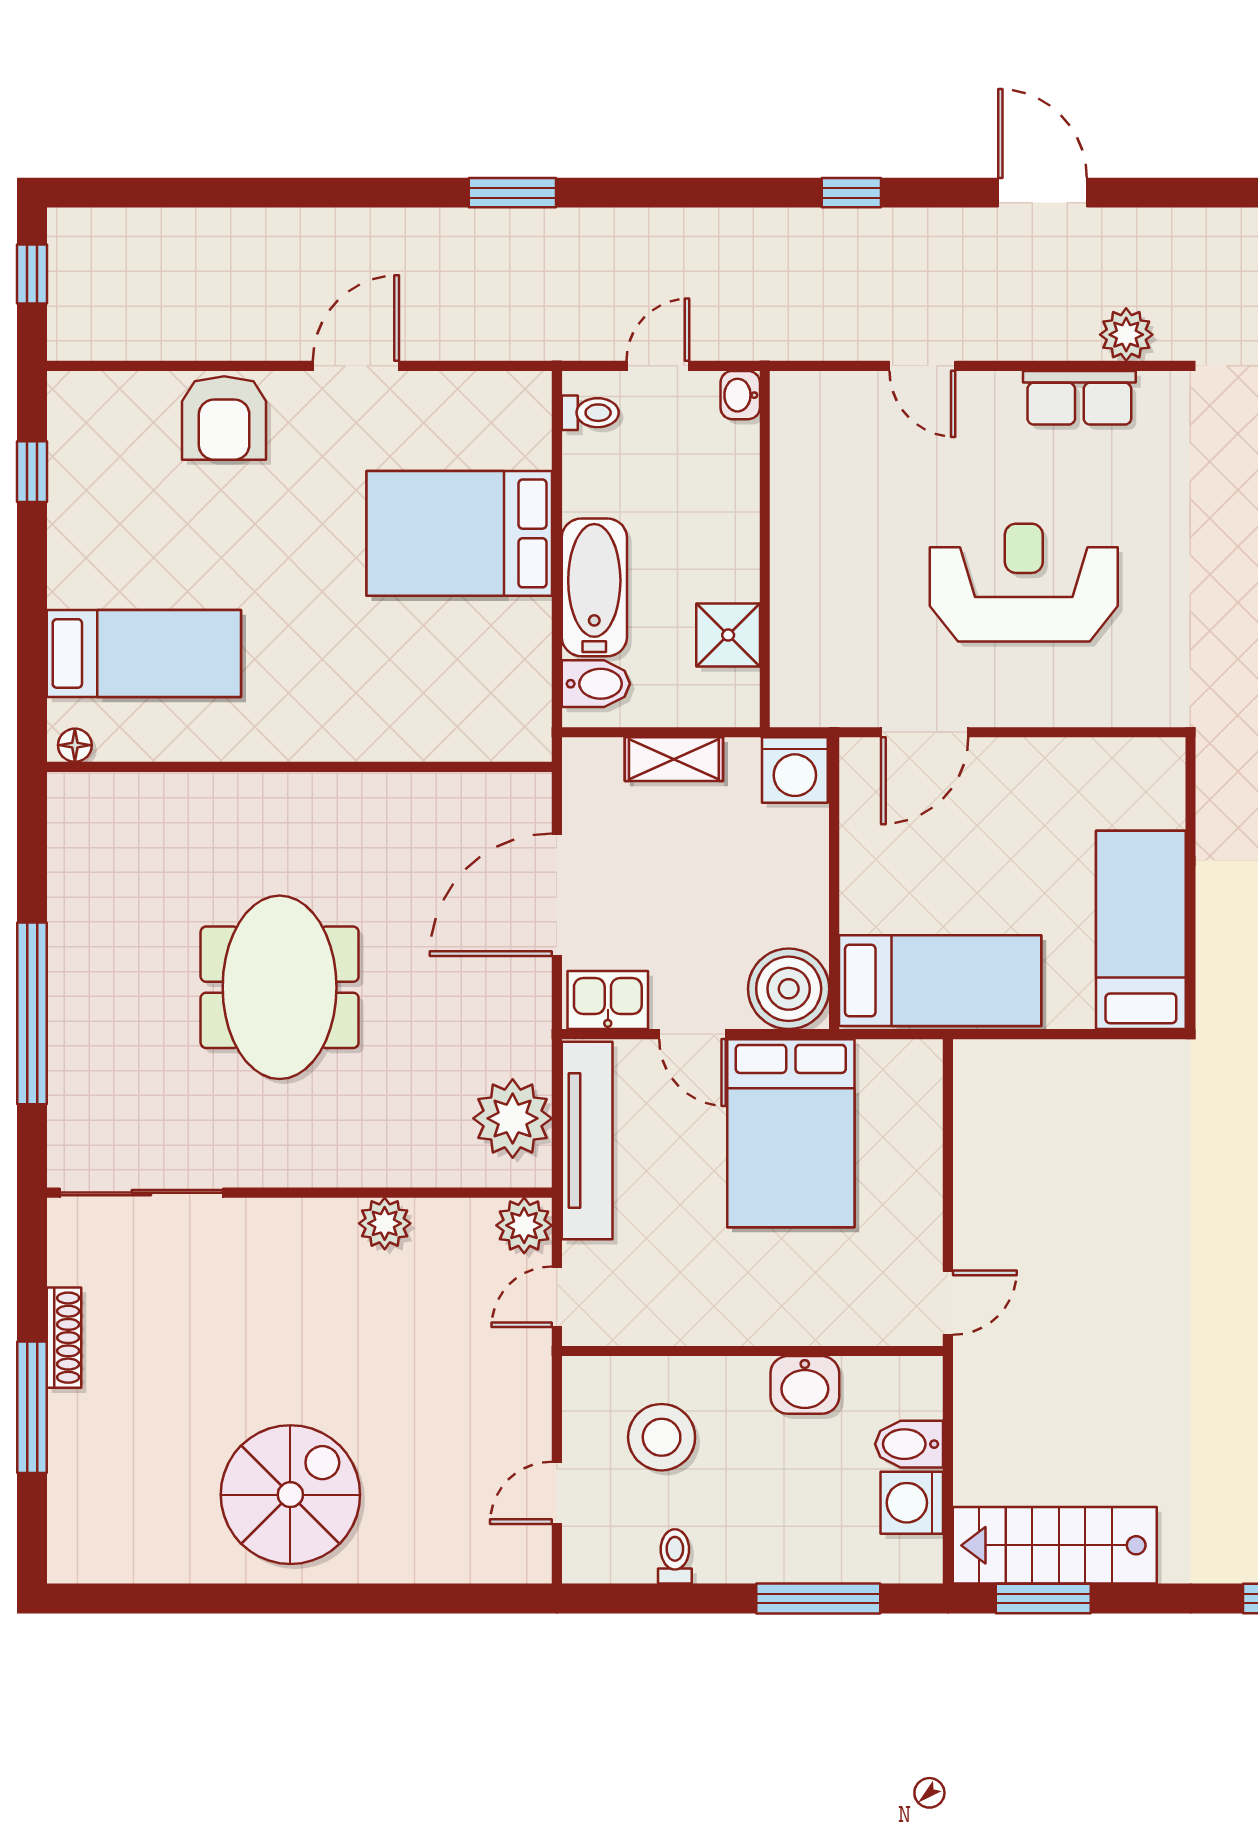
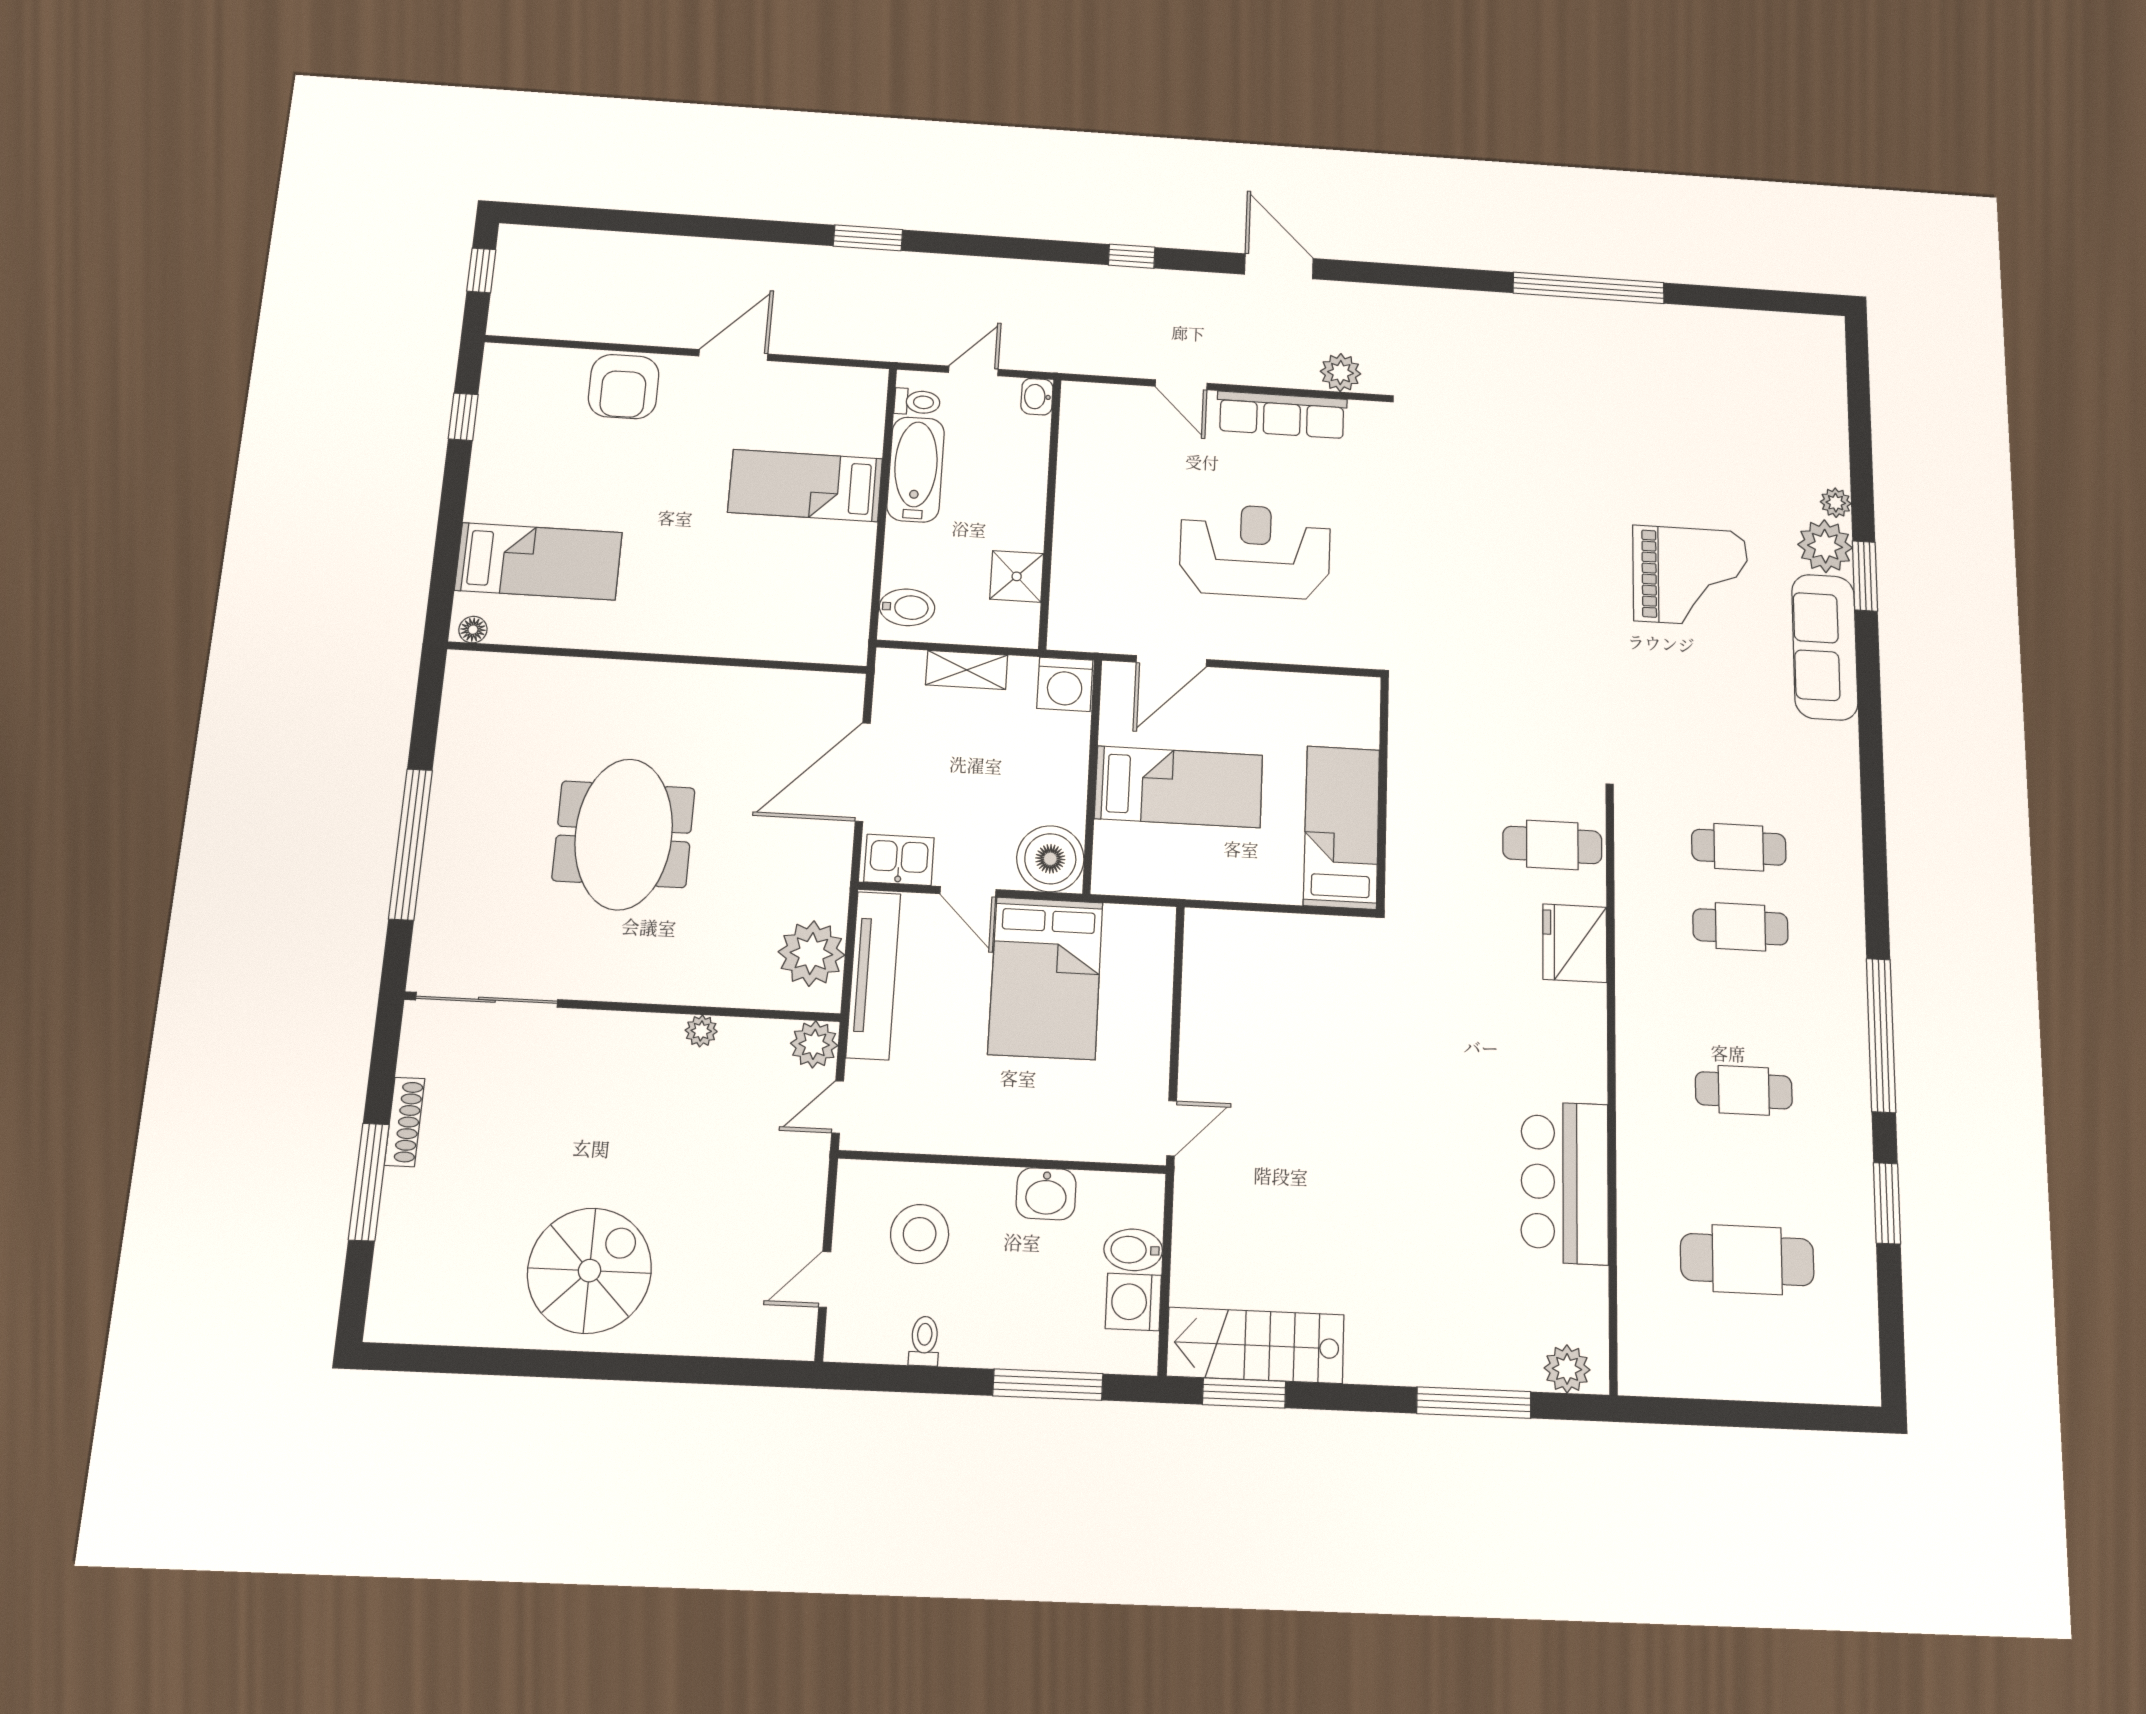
row of seats: (1079, 398) -> (1282, 415), width x1.48
bed: (459, 533) -> (805, 485), width x0.67
bathtub: (594, 587) -> (916, 469), moved
bed: (940, 981) -> (1179, 787), moved
plant: (385, 1223) -> (701, 1031), width x0.73, depth x0.73

